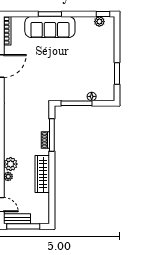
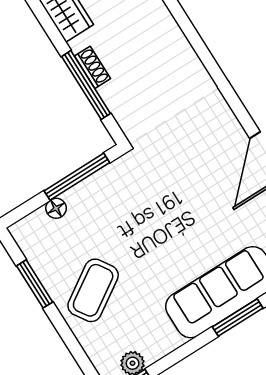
coffee table: (97, 58) -> (93, 290), added

